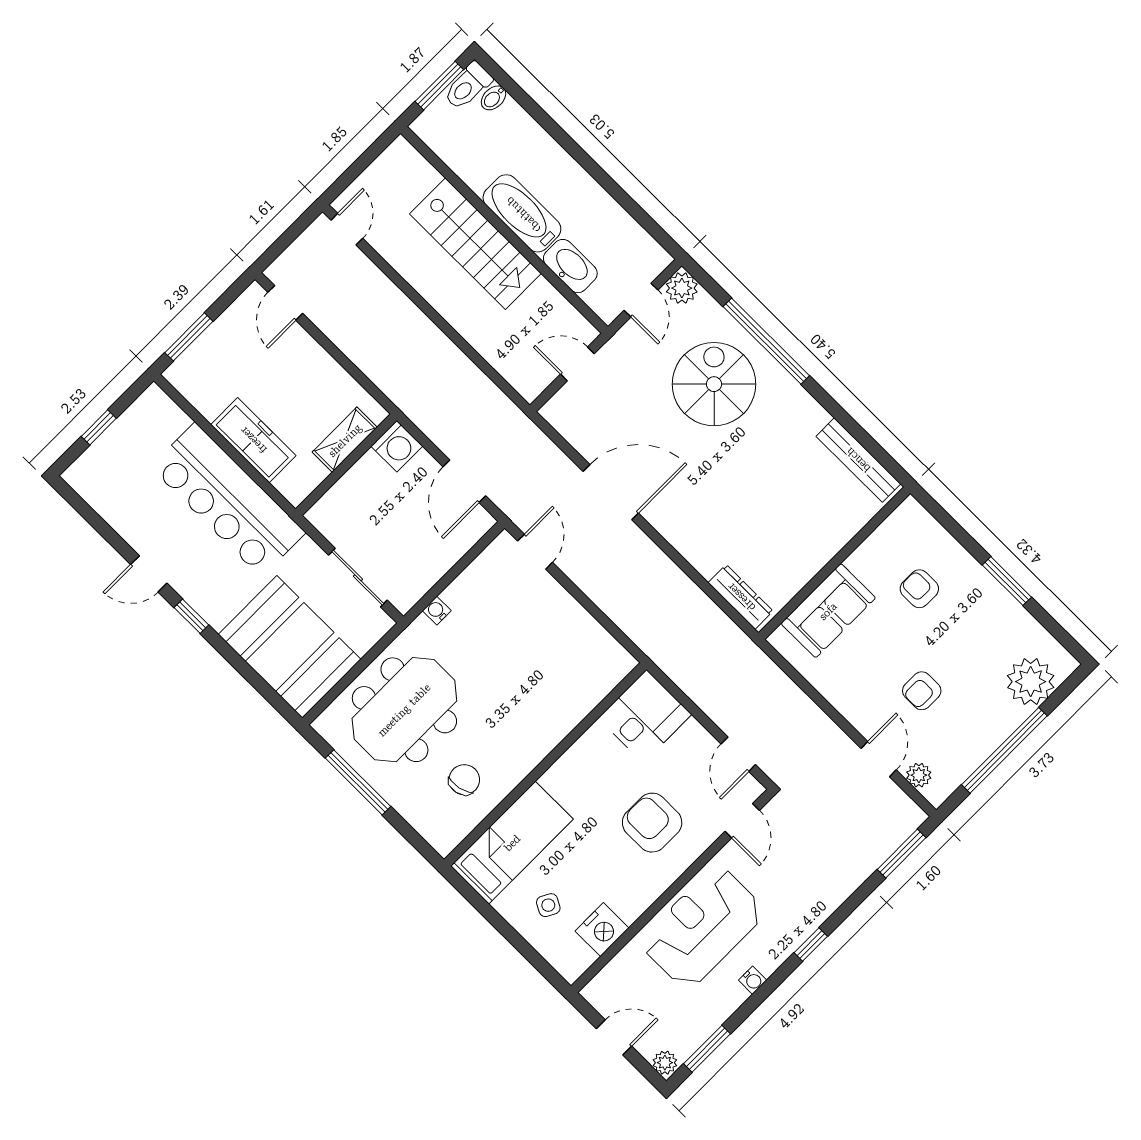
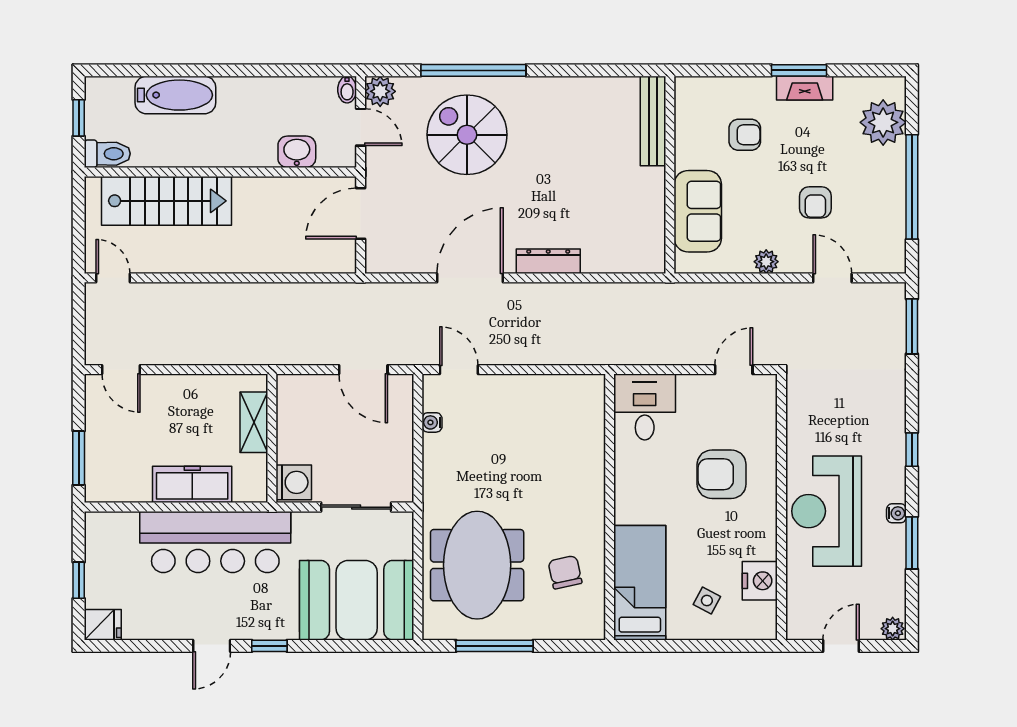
window: (439, 86) -> (79, 118), width x0.67
toilet: (468, 86) -> (107, 154), moved, turned -90
bidet: (493, 98) -> (347, 90), moved
bathtub: (522, 213) -> (175, 95), moved, turned 180
stairs: (475, 244) -> (167, 201), moved
washbasin: (570, 266) -> (297, 152), width x0.72
door: (577, 364) -> (361, 214), width x1.38
washing machine: (397, 446) -> (294, 482), moved
bench: (858, 460) -> (653, 121), moved, turned 90
fridge: (84, 478) -> (103, 625), added
armchair: (919, 589) -> (745, 135), turned 180
dresser: (741, 597) -> (548, 261), moved
fireplace: (998, 598) -> (805, 88), added
water cooler: (437, 611) -> (432, 422), moved
door: (738, 754) -> (734, 370), swing flipped
plant: (919, 775) -> (766, 262), moved
door: (742, 821) -> (781, 412), removed
window: (707, 1049) -> (912, 543), moved

